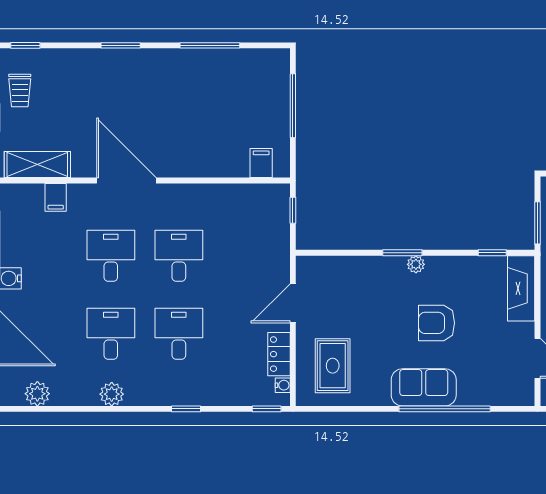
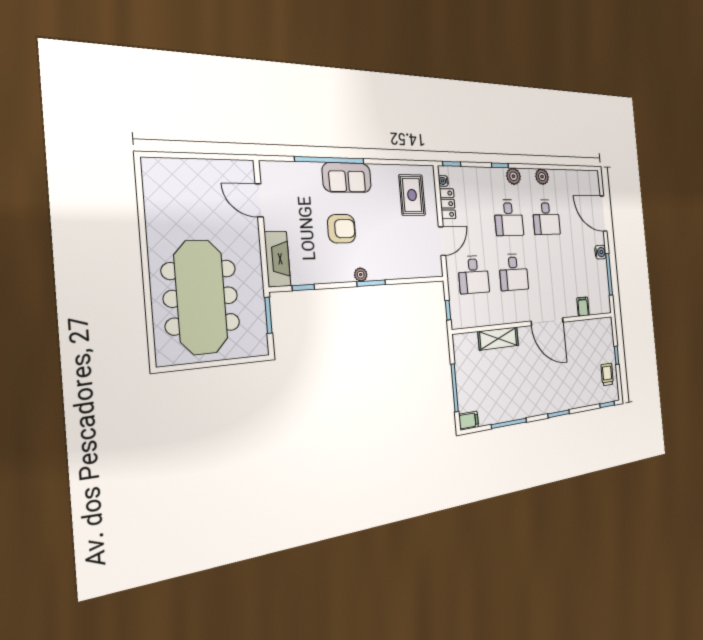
filing cabinet: (261, 163) -> (469, 421), moved, turned -90
shelving: (37, 165) -> (498, 338), moved
desk: (111, 256) -> (474, 275), moved
plant: (37, 394) -> (513, 176), moved

